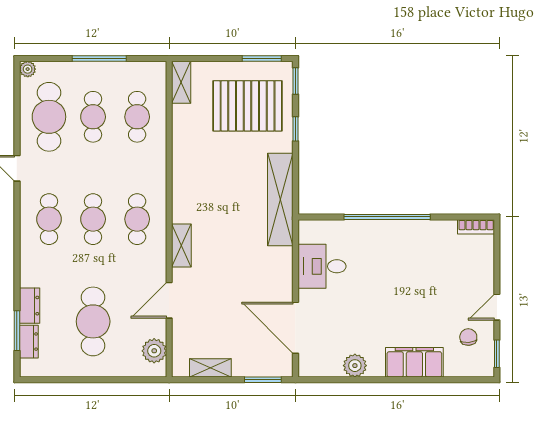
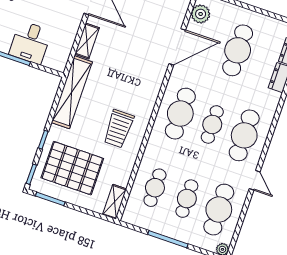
trolley: (207, 174) -> (119, 129), added
cafe table: (49, 219) -> (244, 135), width x1.37, depth x1.35
cafe table: (137, 219) -> (180, 114), width x1.37, depth x1.35
shelving: (181, 245) -> (87, 41), moved
desk: (322, 266) -> (30, 42), moved, turned 90
door: (169, 300) -> (177, 47), width x1.36

